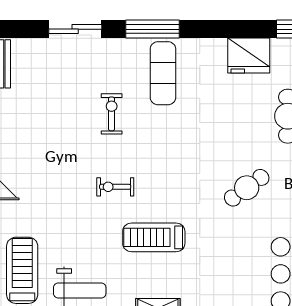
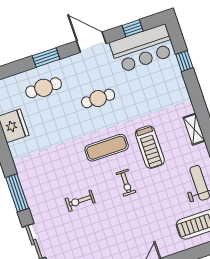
exercise mat: (163, 73) -> (107, 148), moved
cafe table: (247, 188) -> (98, 99), turned -54

